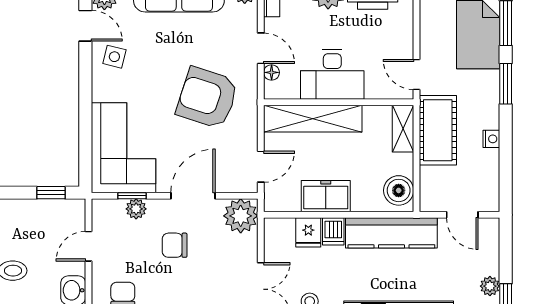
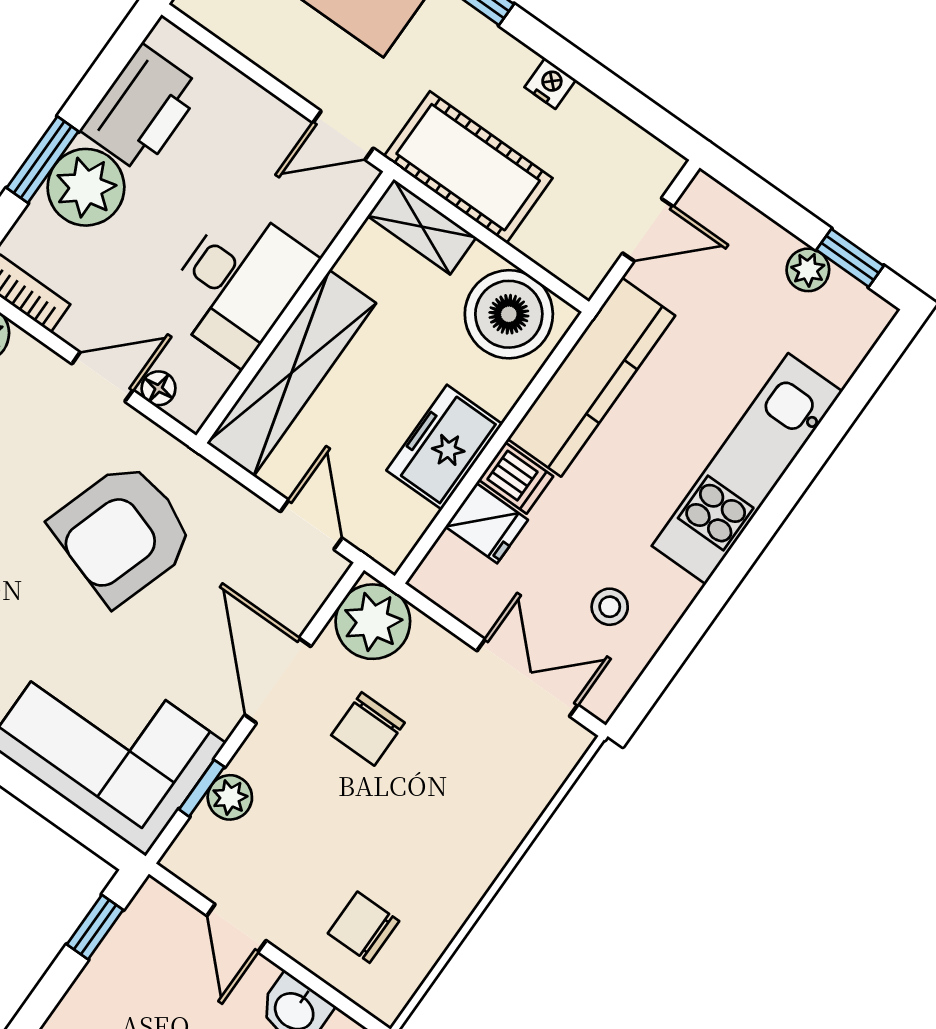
boiler: (399, 190) -> (509, 314), width x1.37, depth x1.37
chair: (175, 245) -> (368, 729), moved

